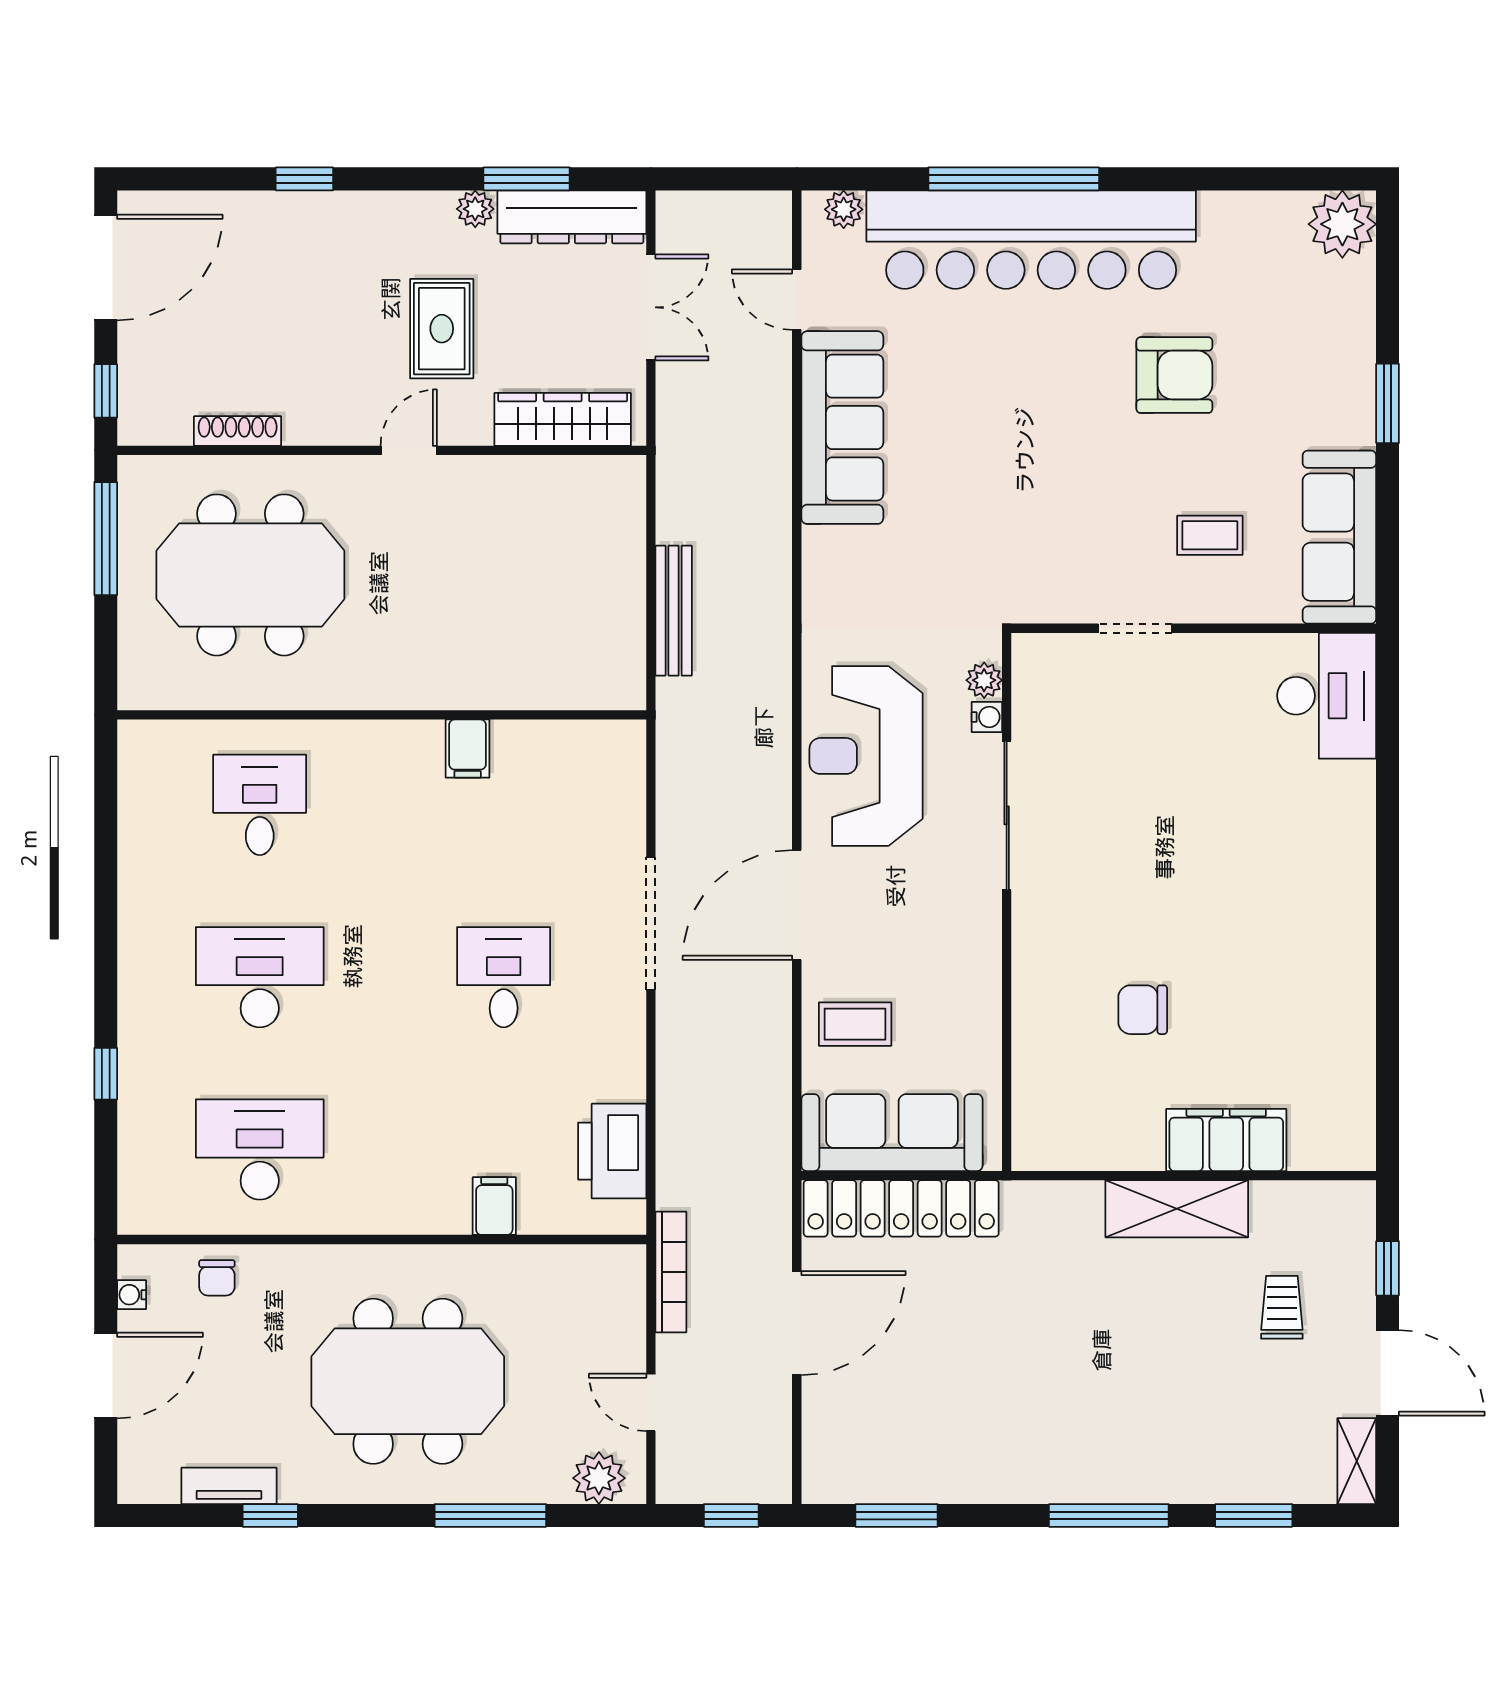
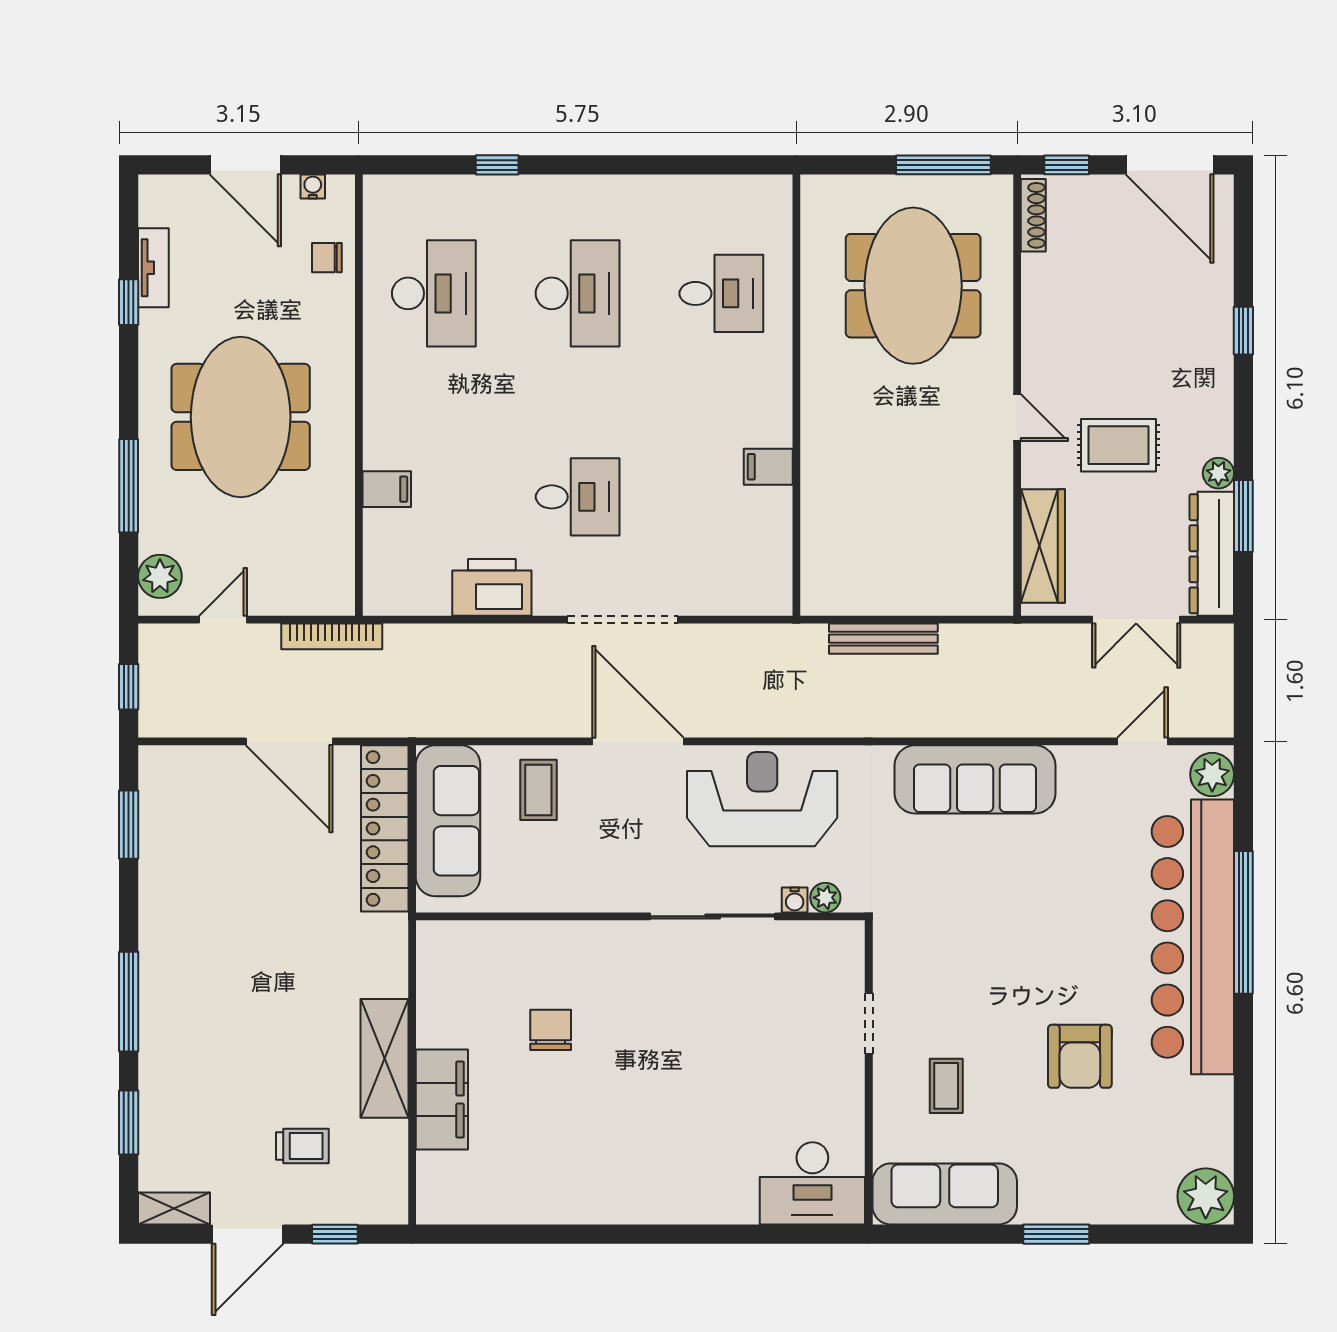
plant: (844, 209) -> (1212, 775), width x1.38, depth x1.38
sofa: (842, 428) -> (975, 779), moved
shoe rack: (238, 431) -> (1033, 215), moved
printer: (612, 1151) -> (492, 587), moved

